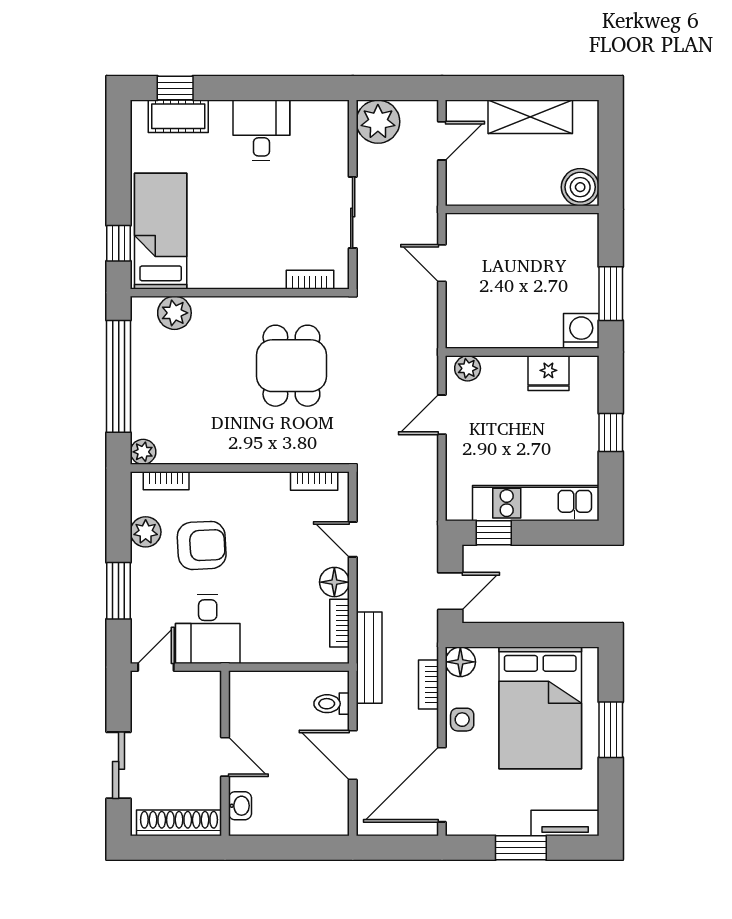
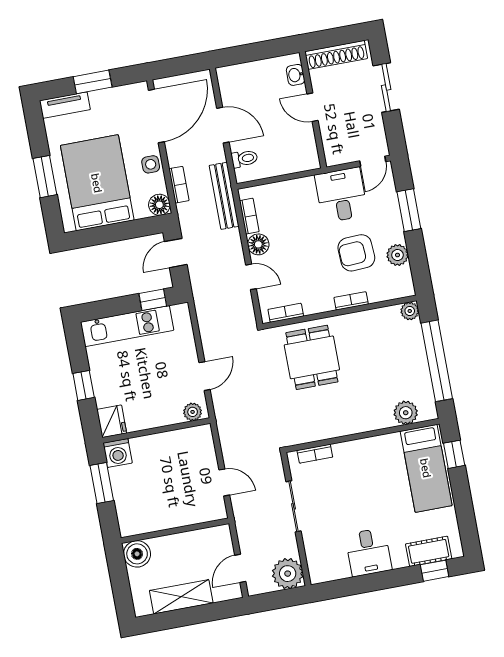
dining table: (291, 366) -> (312, 357), moved
fridge: (548, 373) -> (112, 421), moved, turned 90
bookcase: (166, 481) -> (351, 301), moved

